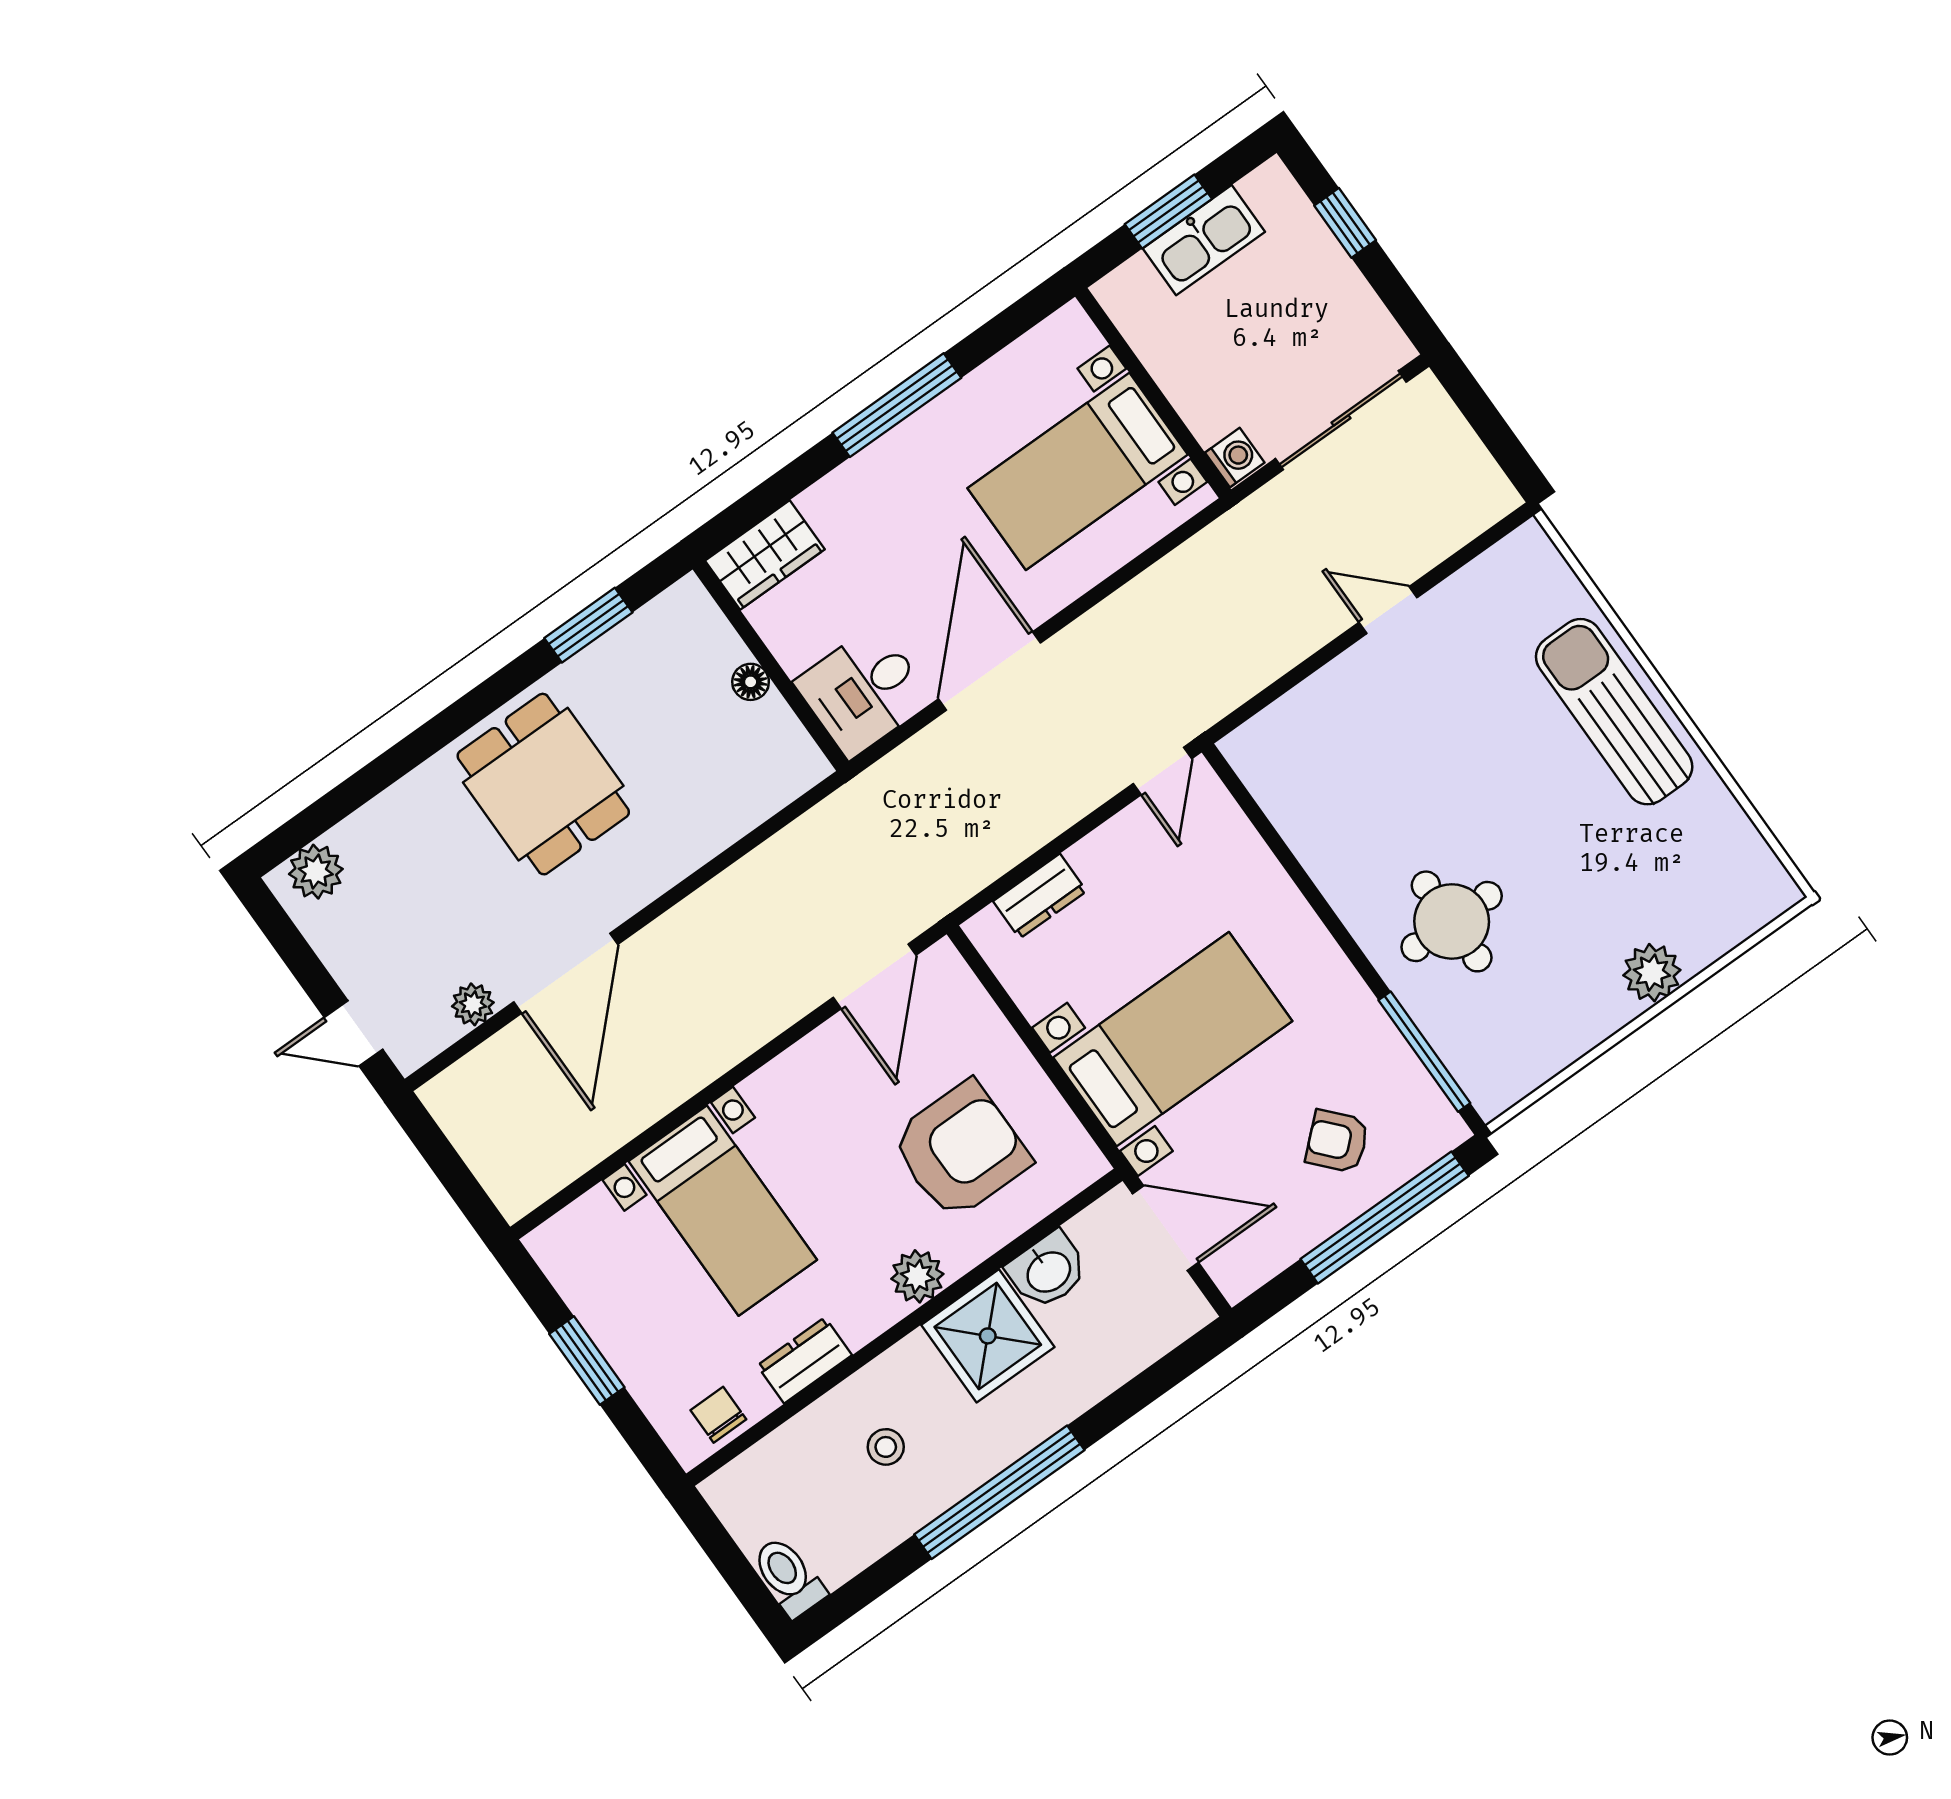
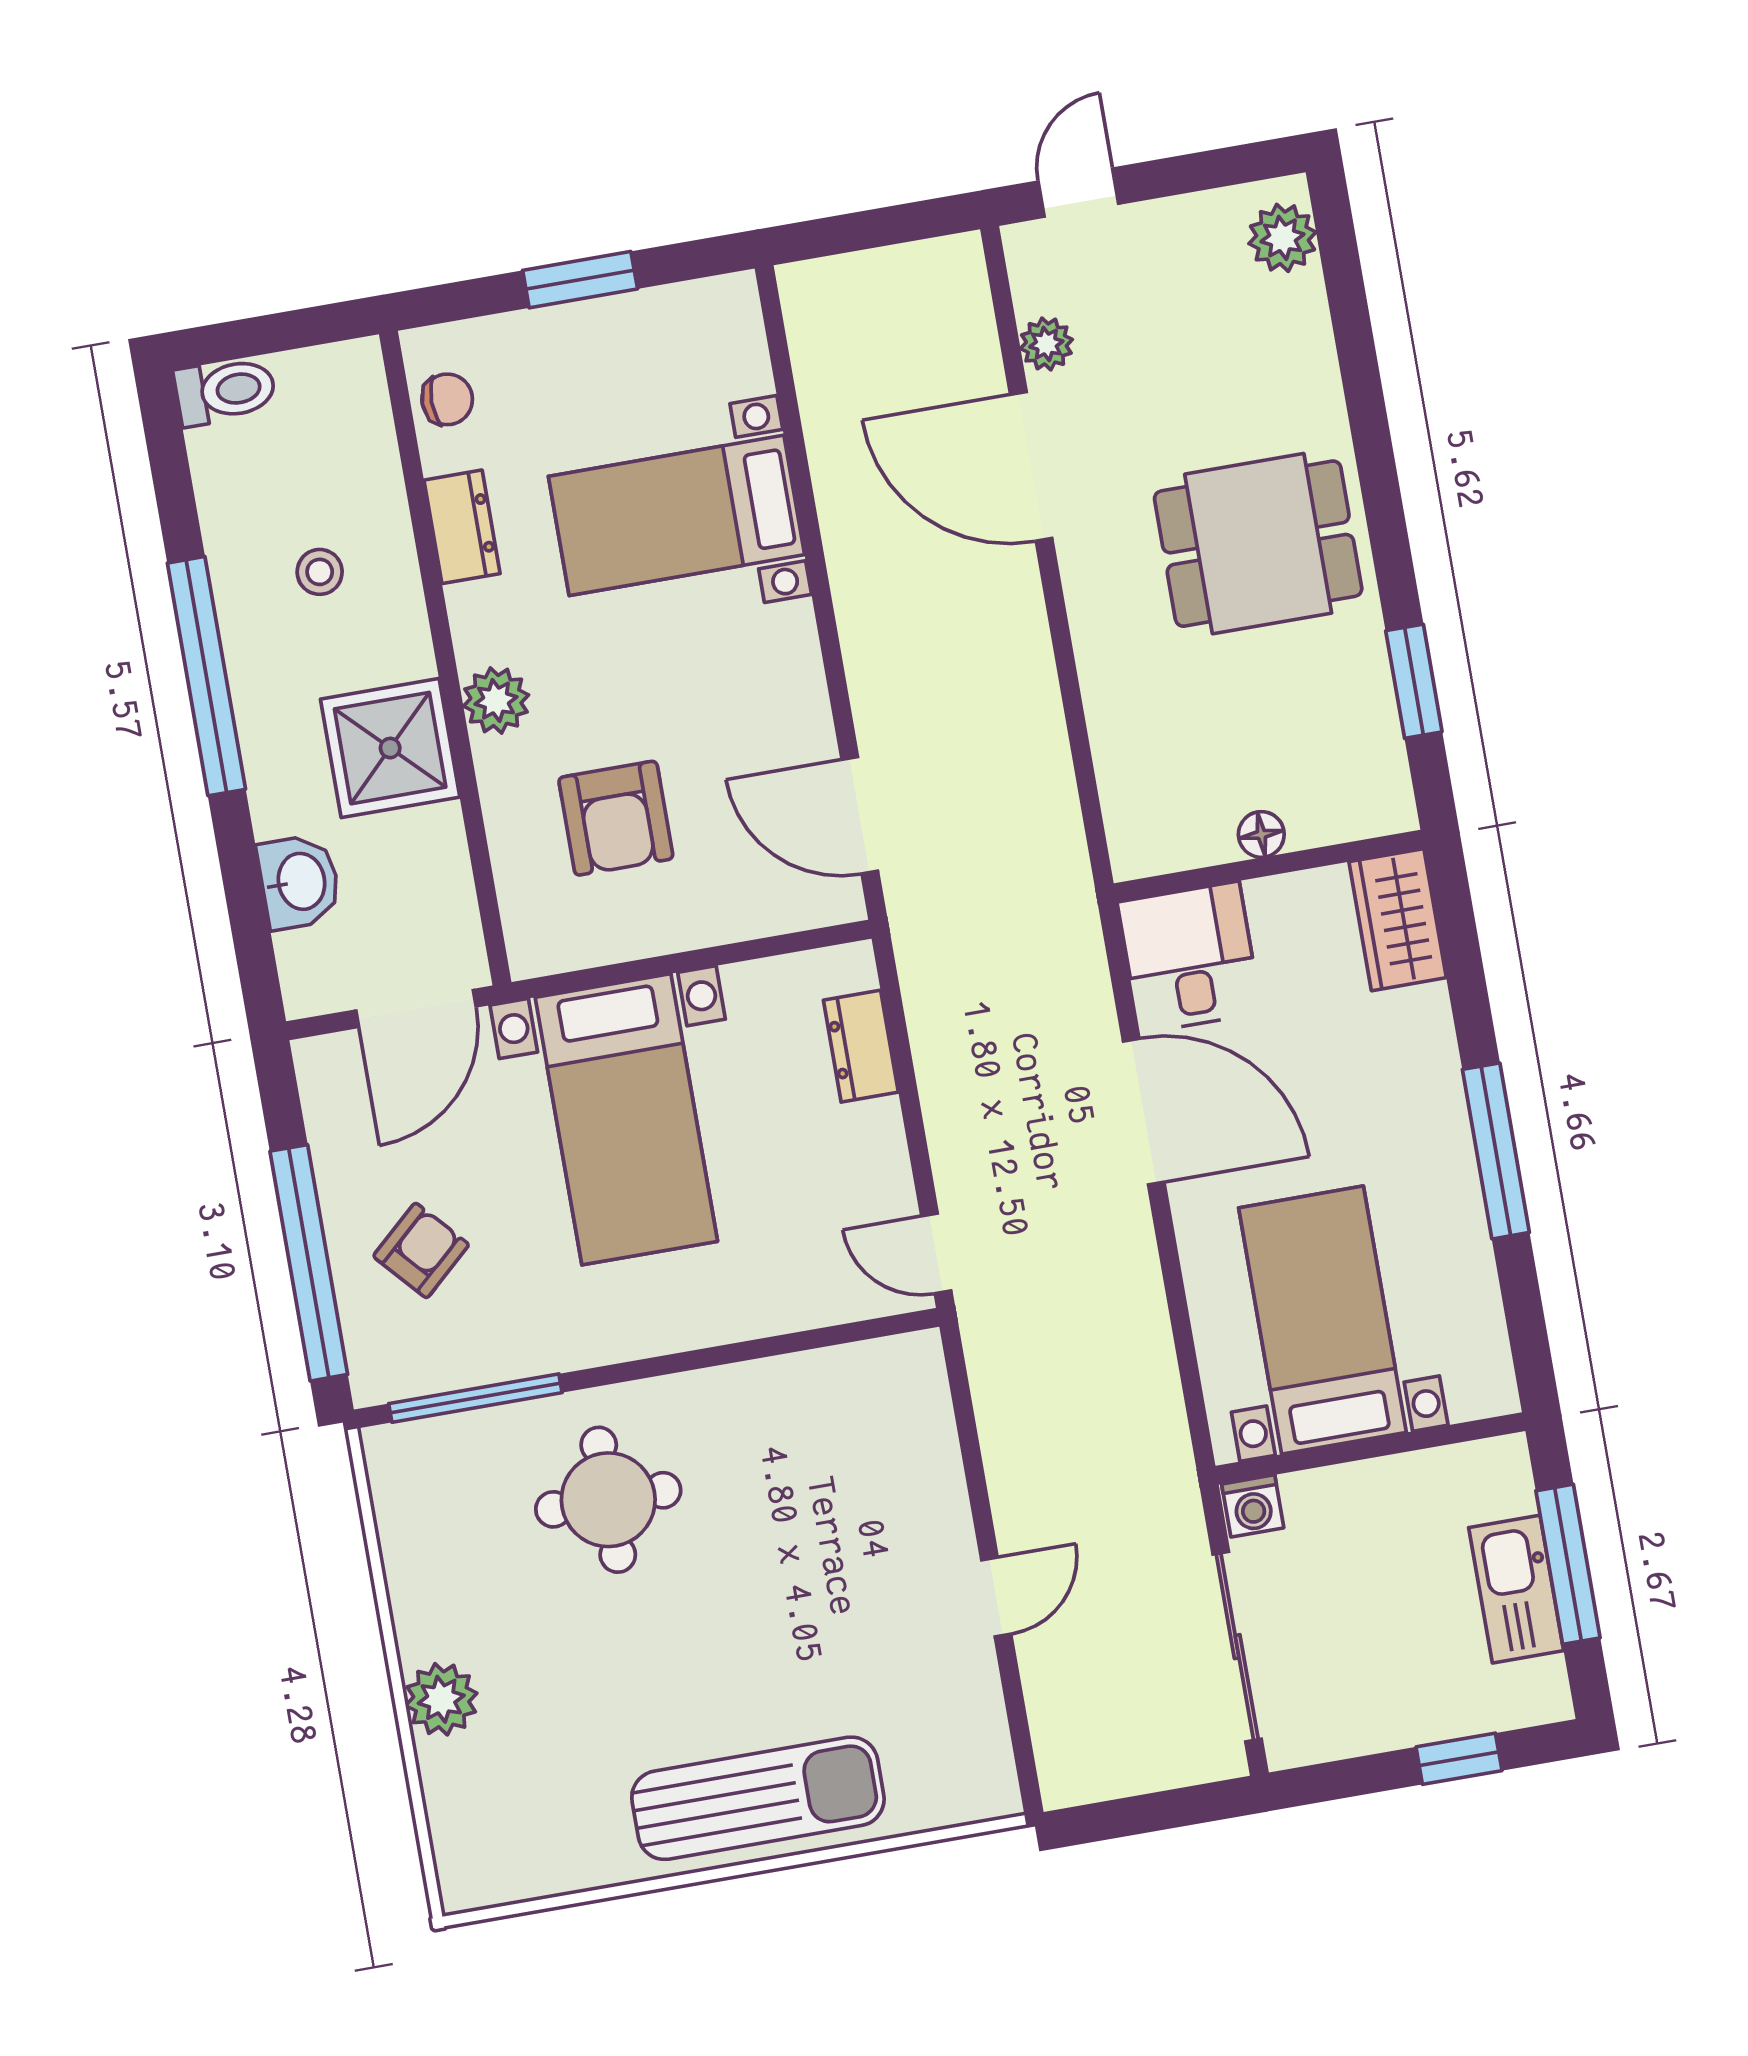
window: (1168, 212) -> (1568, 1564), width x1.44
armchair: (961, 1150) -> (616, 818), width x0.73, depth x0.73
washbasin: (1048, 1271) -> (299, 882), moved, turned 180

